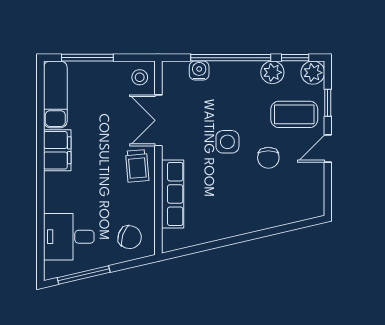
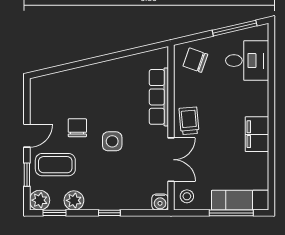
window: (231, 58) -> (109, 213), width x0.32
water cooler: (199, 71) -> (160, 202), moved
exam couch: (55, 94) -> (240, 200), moved, turned 90

